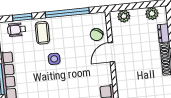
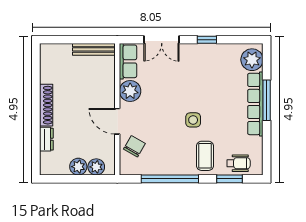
plant: (152, 14) -> (78, 167), moved
door: (111, 52) -> (117, 121), swing flipped
plant: (104, 76) -> (130, 91), added

